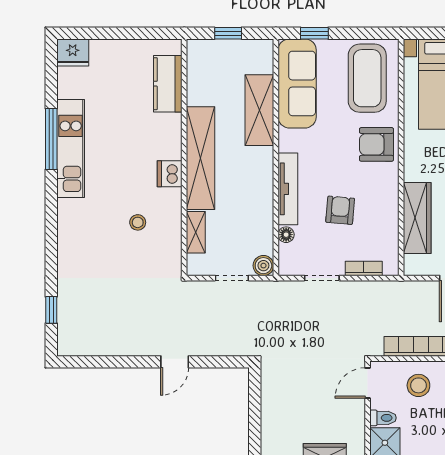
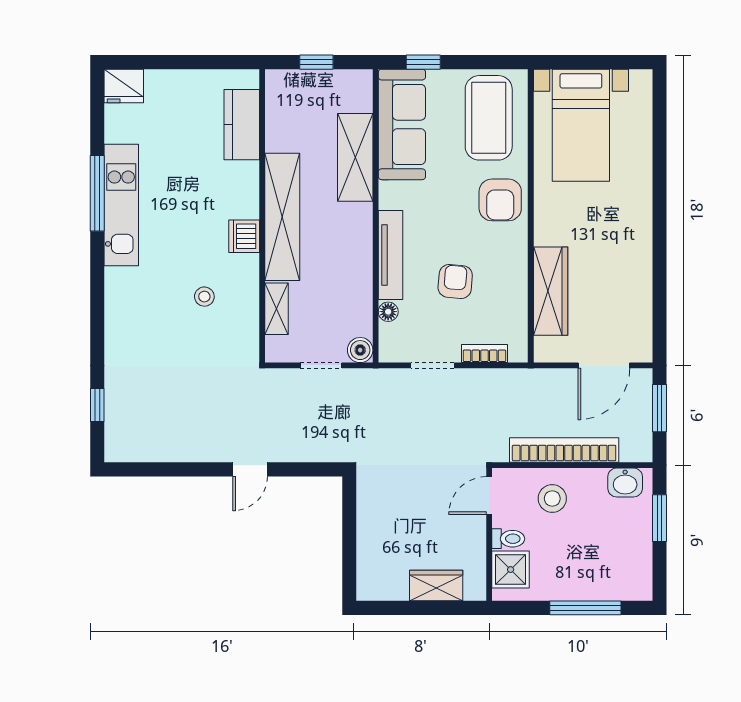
armchair: (376, 144) -> (500, 200), turned -90

